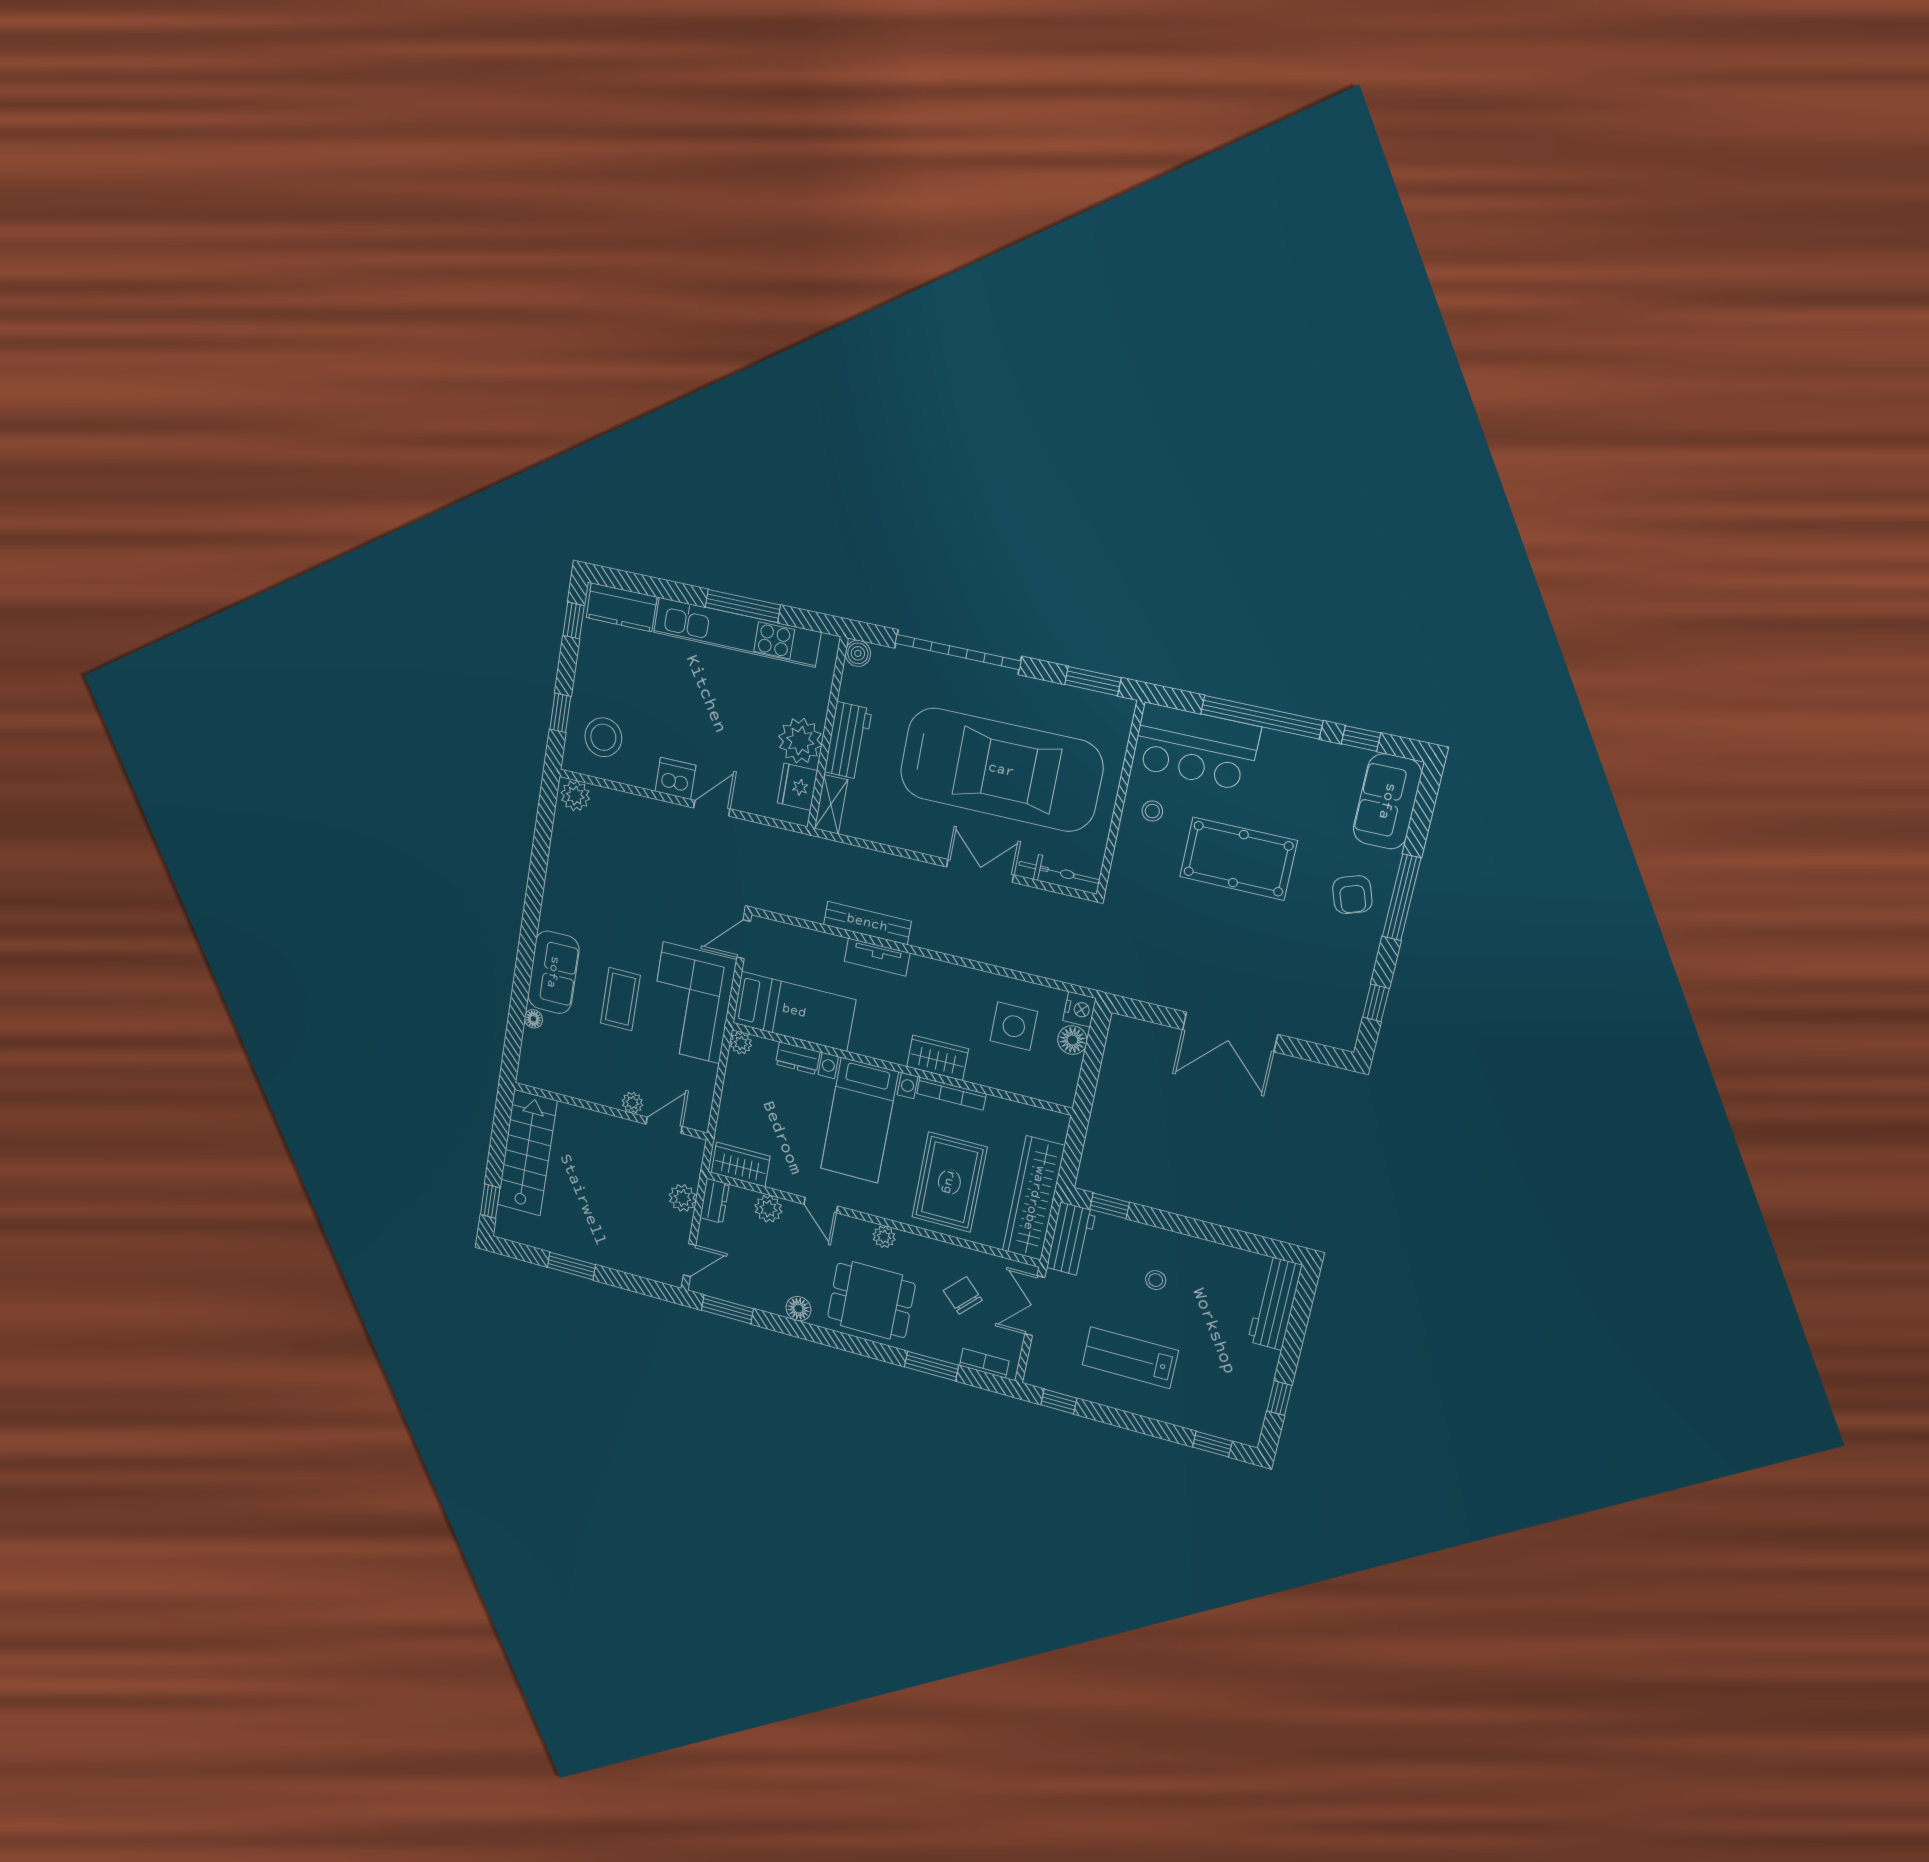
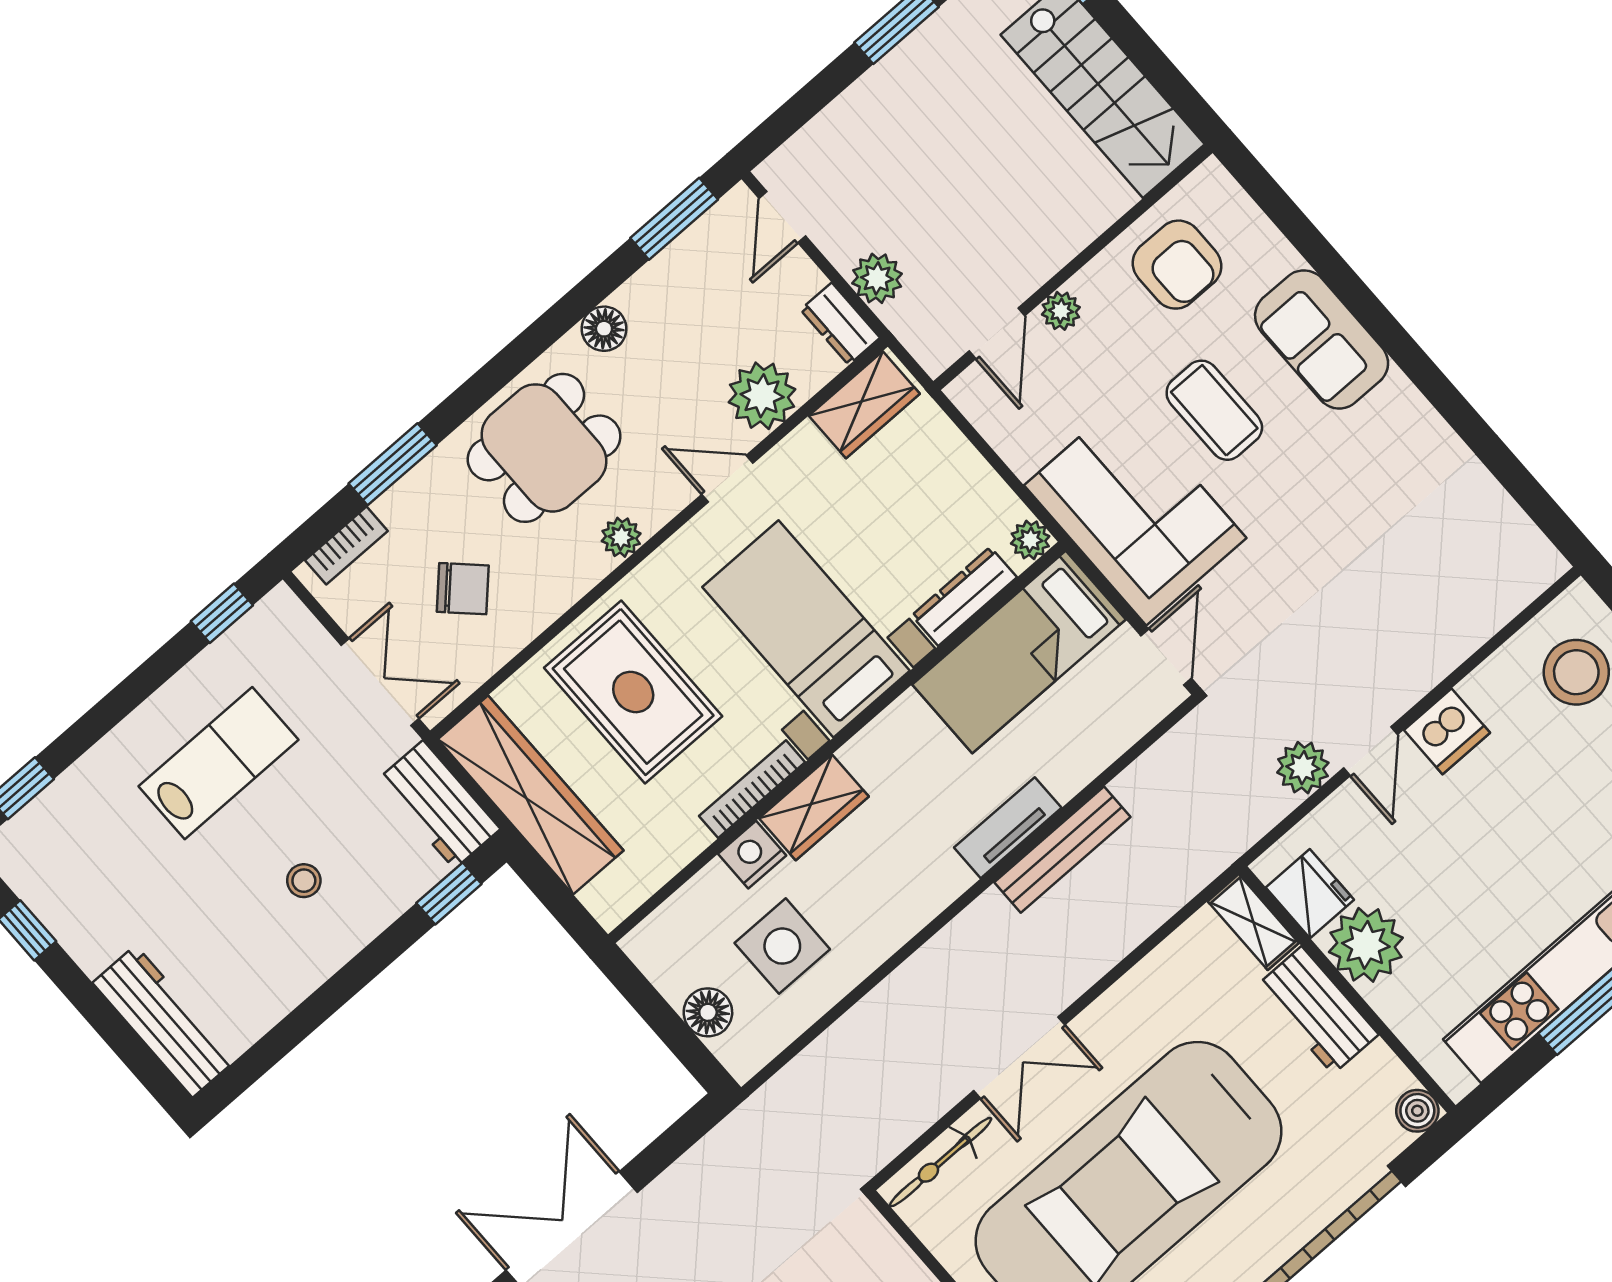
plant: (575, 796) -> (1303, 768), moved
nightstand: (1079, 1009) -> (752, 855), moved, turned 90
floor lamp: (533, 1019) -> (1280, 256), removed
dresser: (798, 1058) -> (964, 596), width x1.44
armchair: (573, 1064) -> (1177, 265), added
plant: (768, 1209) -> (762, 396), width x1.36, depth x1.36

